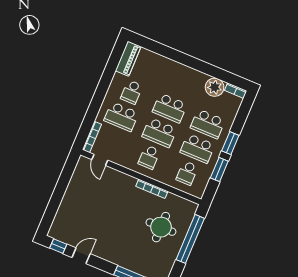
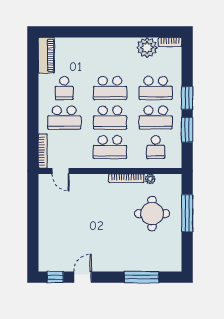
school desk: (149, 157) -> (110, 147), width x1.85
plant: (171, 198) -> (150, 179), added
window: (190, 239) -> (187, 213), width x0.68

